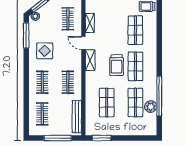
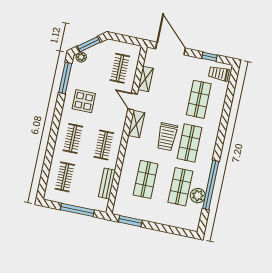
bench: (77, 117) -> (107, 183), width x0.73

